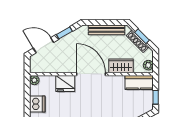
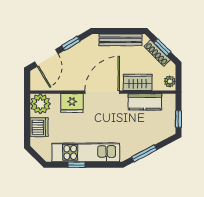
door: (44, 45) -> (46, 58), swing flipped
door: (91, 74) -> (102, 92), hinge flipped
plant: (34, 80) -> (40, 104), width x1.88, depth x1.88
kitchen counter: (139, 82) -> (145, 102), moved

